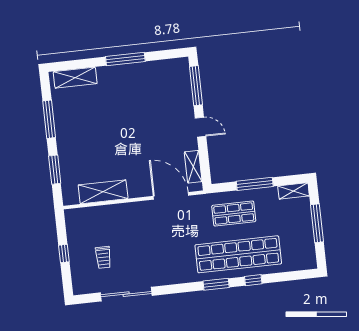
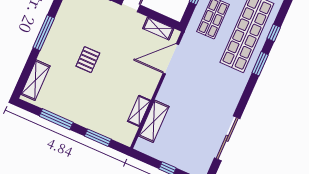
pallet: (124, 116) -> (88, 60), added
shelving: (103, 192) -> (139, 111), width x0.67, depth x0.75
shelving: (102, 214) -> (154, 121), added
trolley: (103, 257) -> (188, 139), removed

